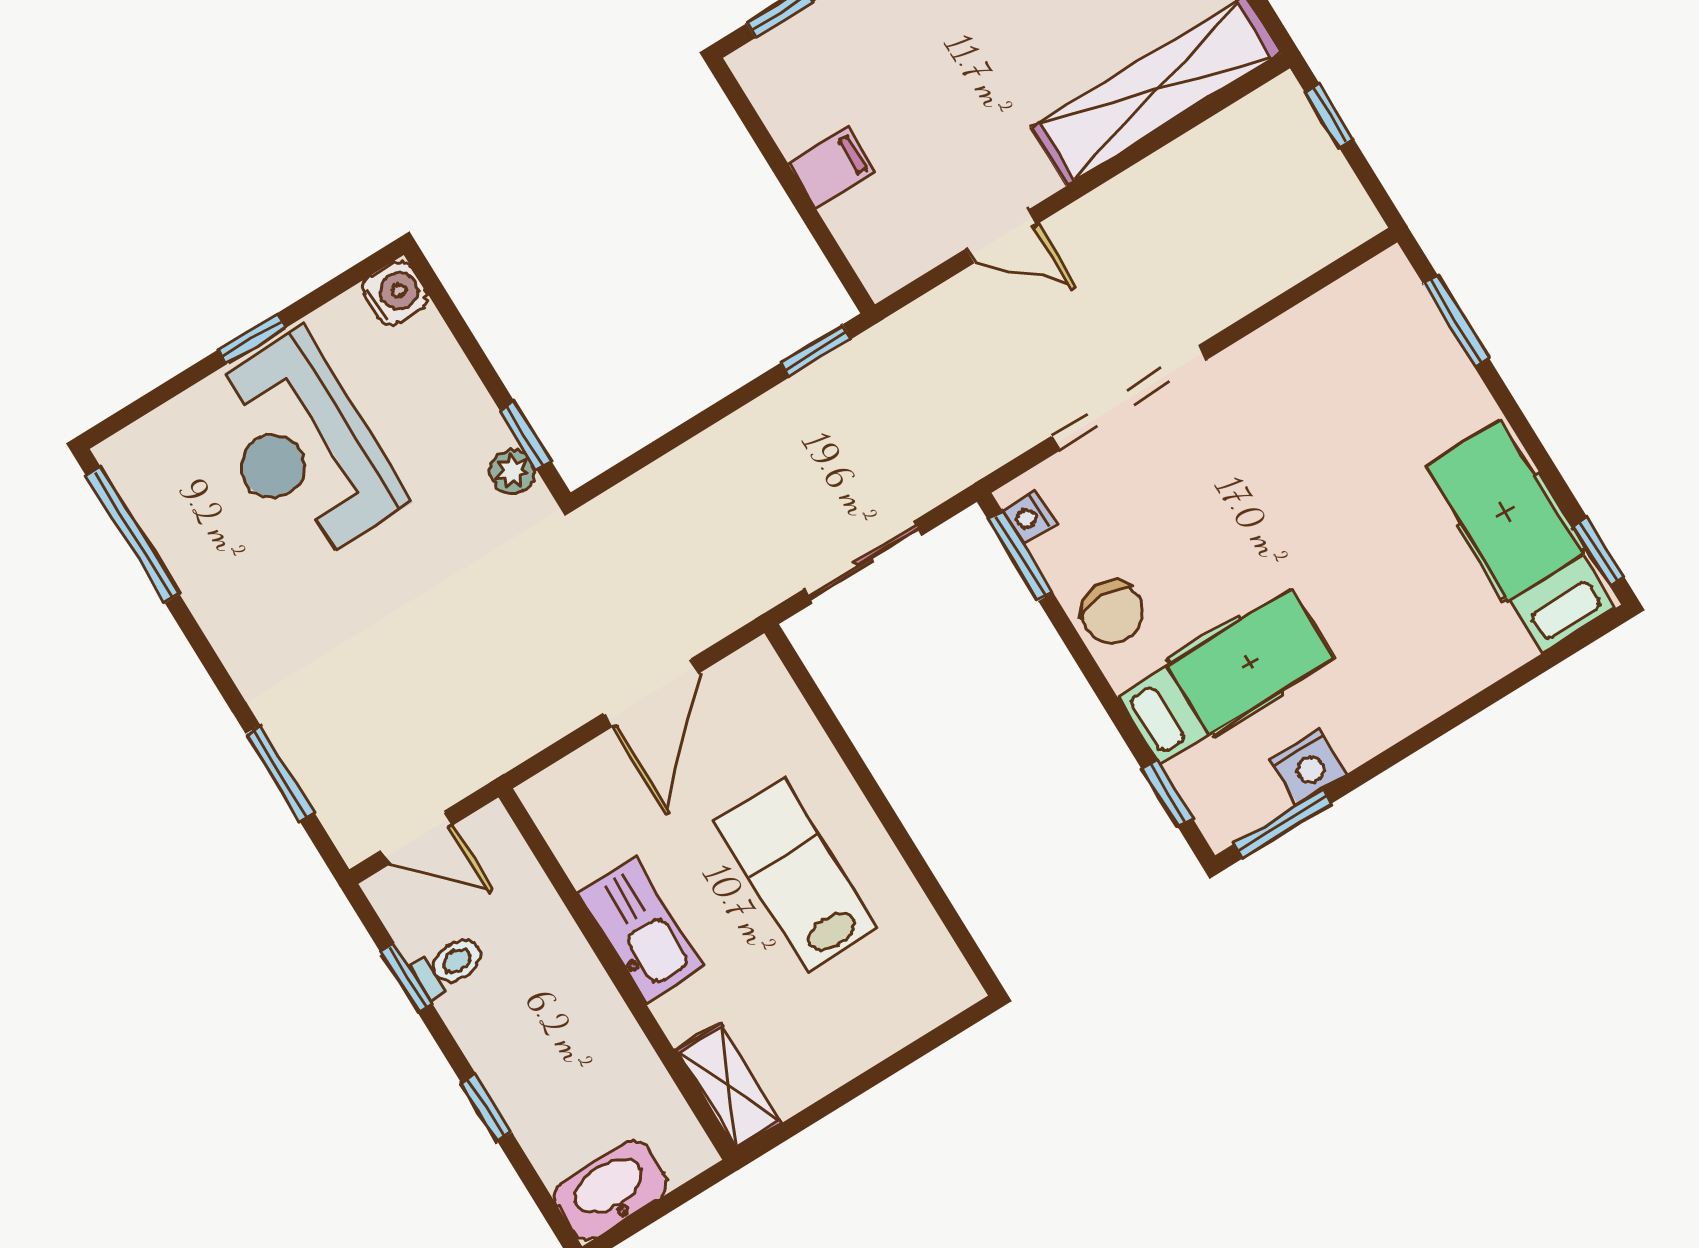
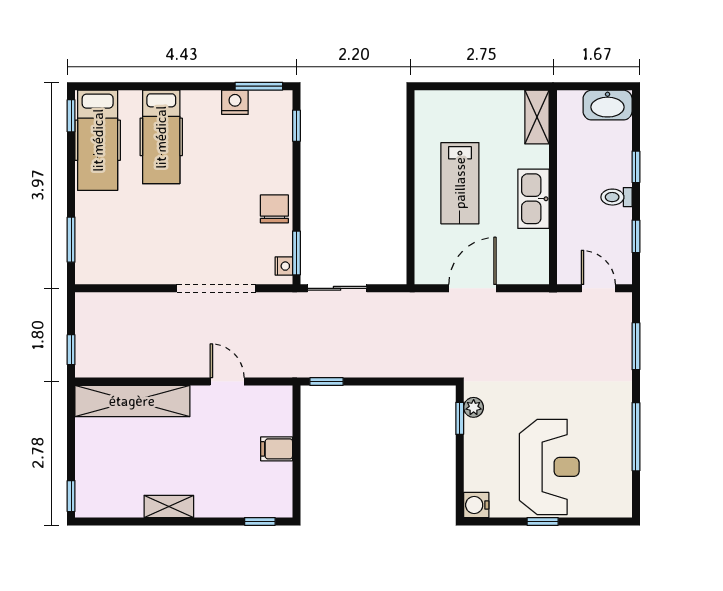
window: (133, 535) -> (636, 437), moved
sliding door: (863, 562) -> (337, 288), moved
hospital bed: (1226, 677) -> (161, 137), moved, turned -90
toilet: (449, 966) -> (616, 197), moved

